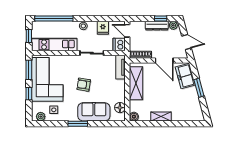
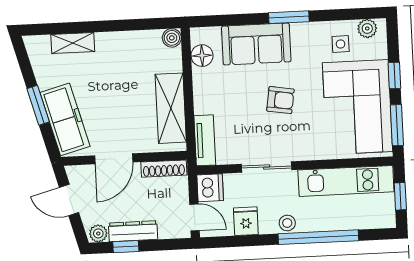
window: (54, 19) -> (318, 237), moved
door: (164, 61) -> (114, 159), swing flipped
freezer: (185, 76) -> (65, 119), width x1.40
shelving: (161, 117) -> (73, 43), moved

